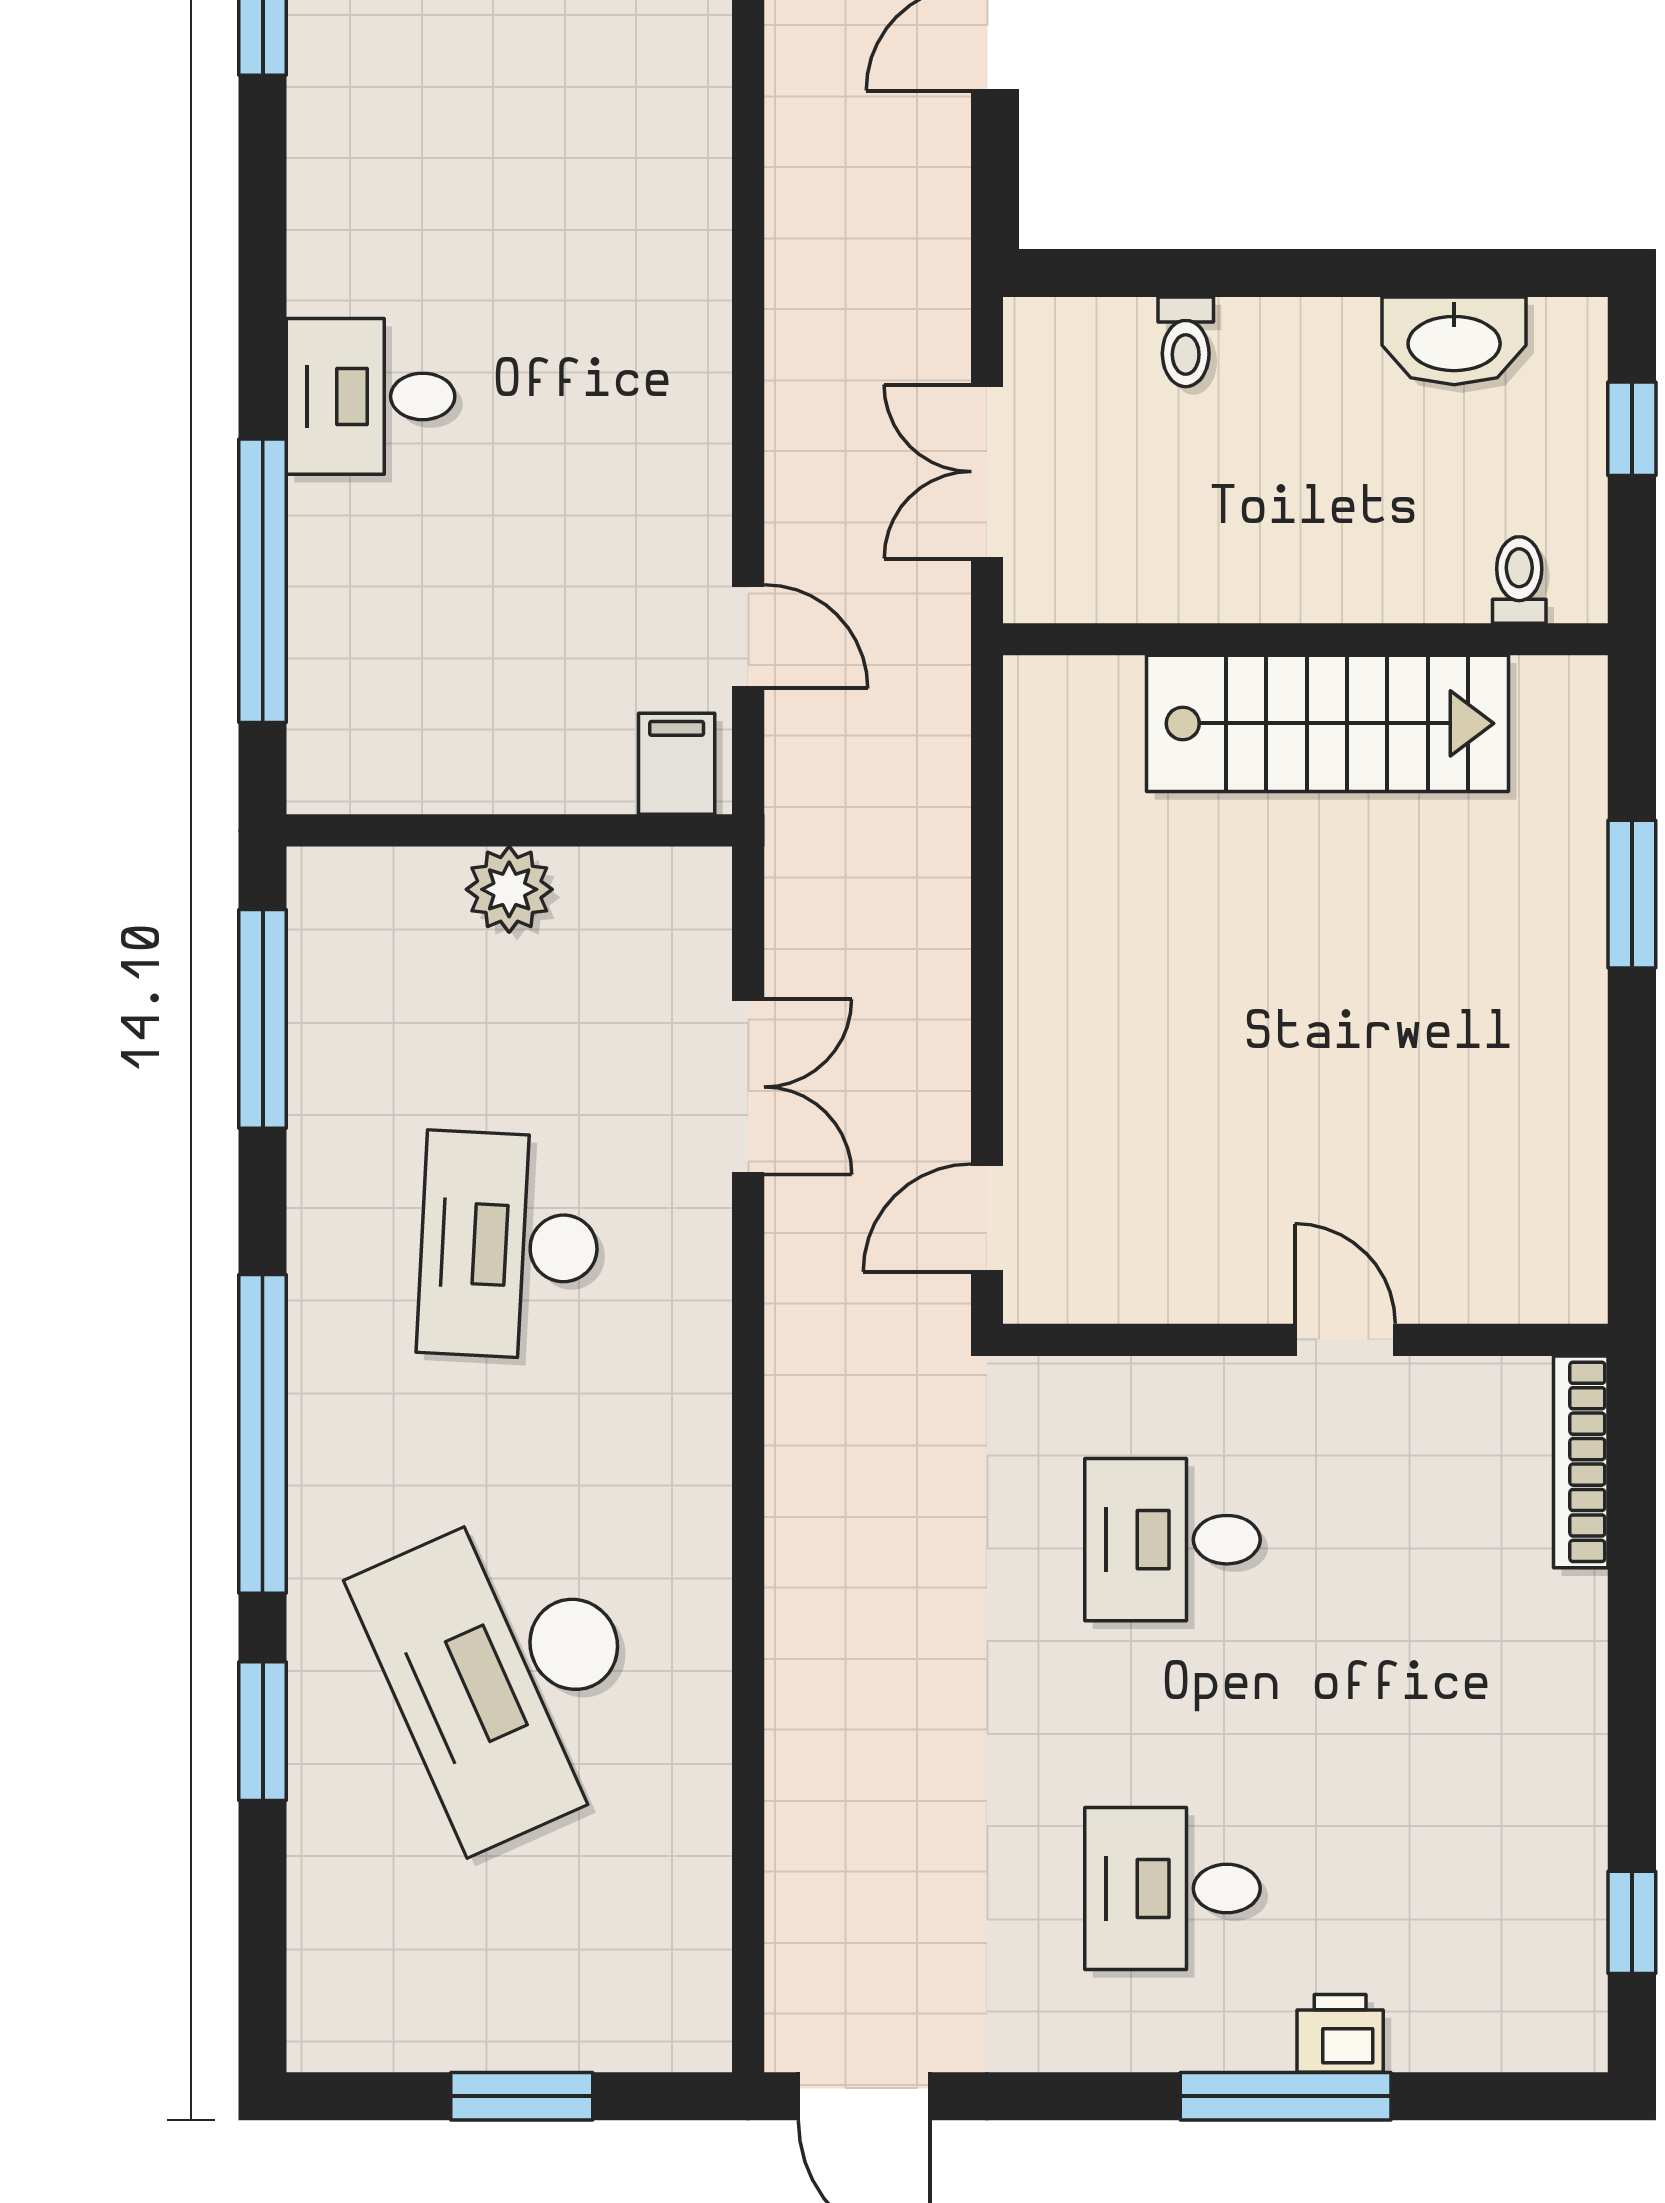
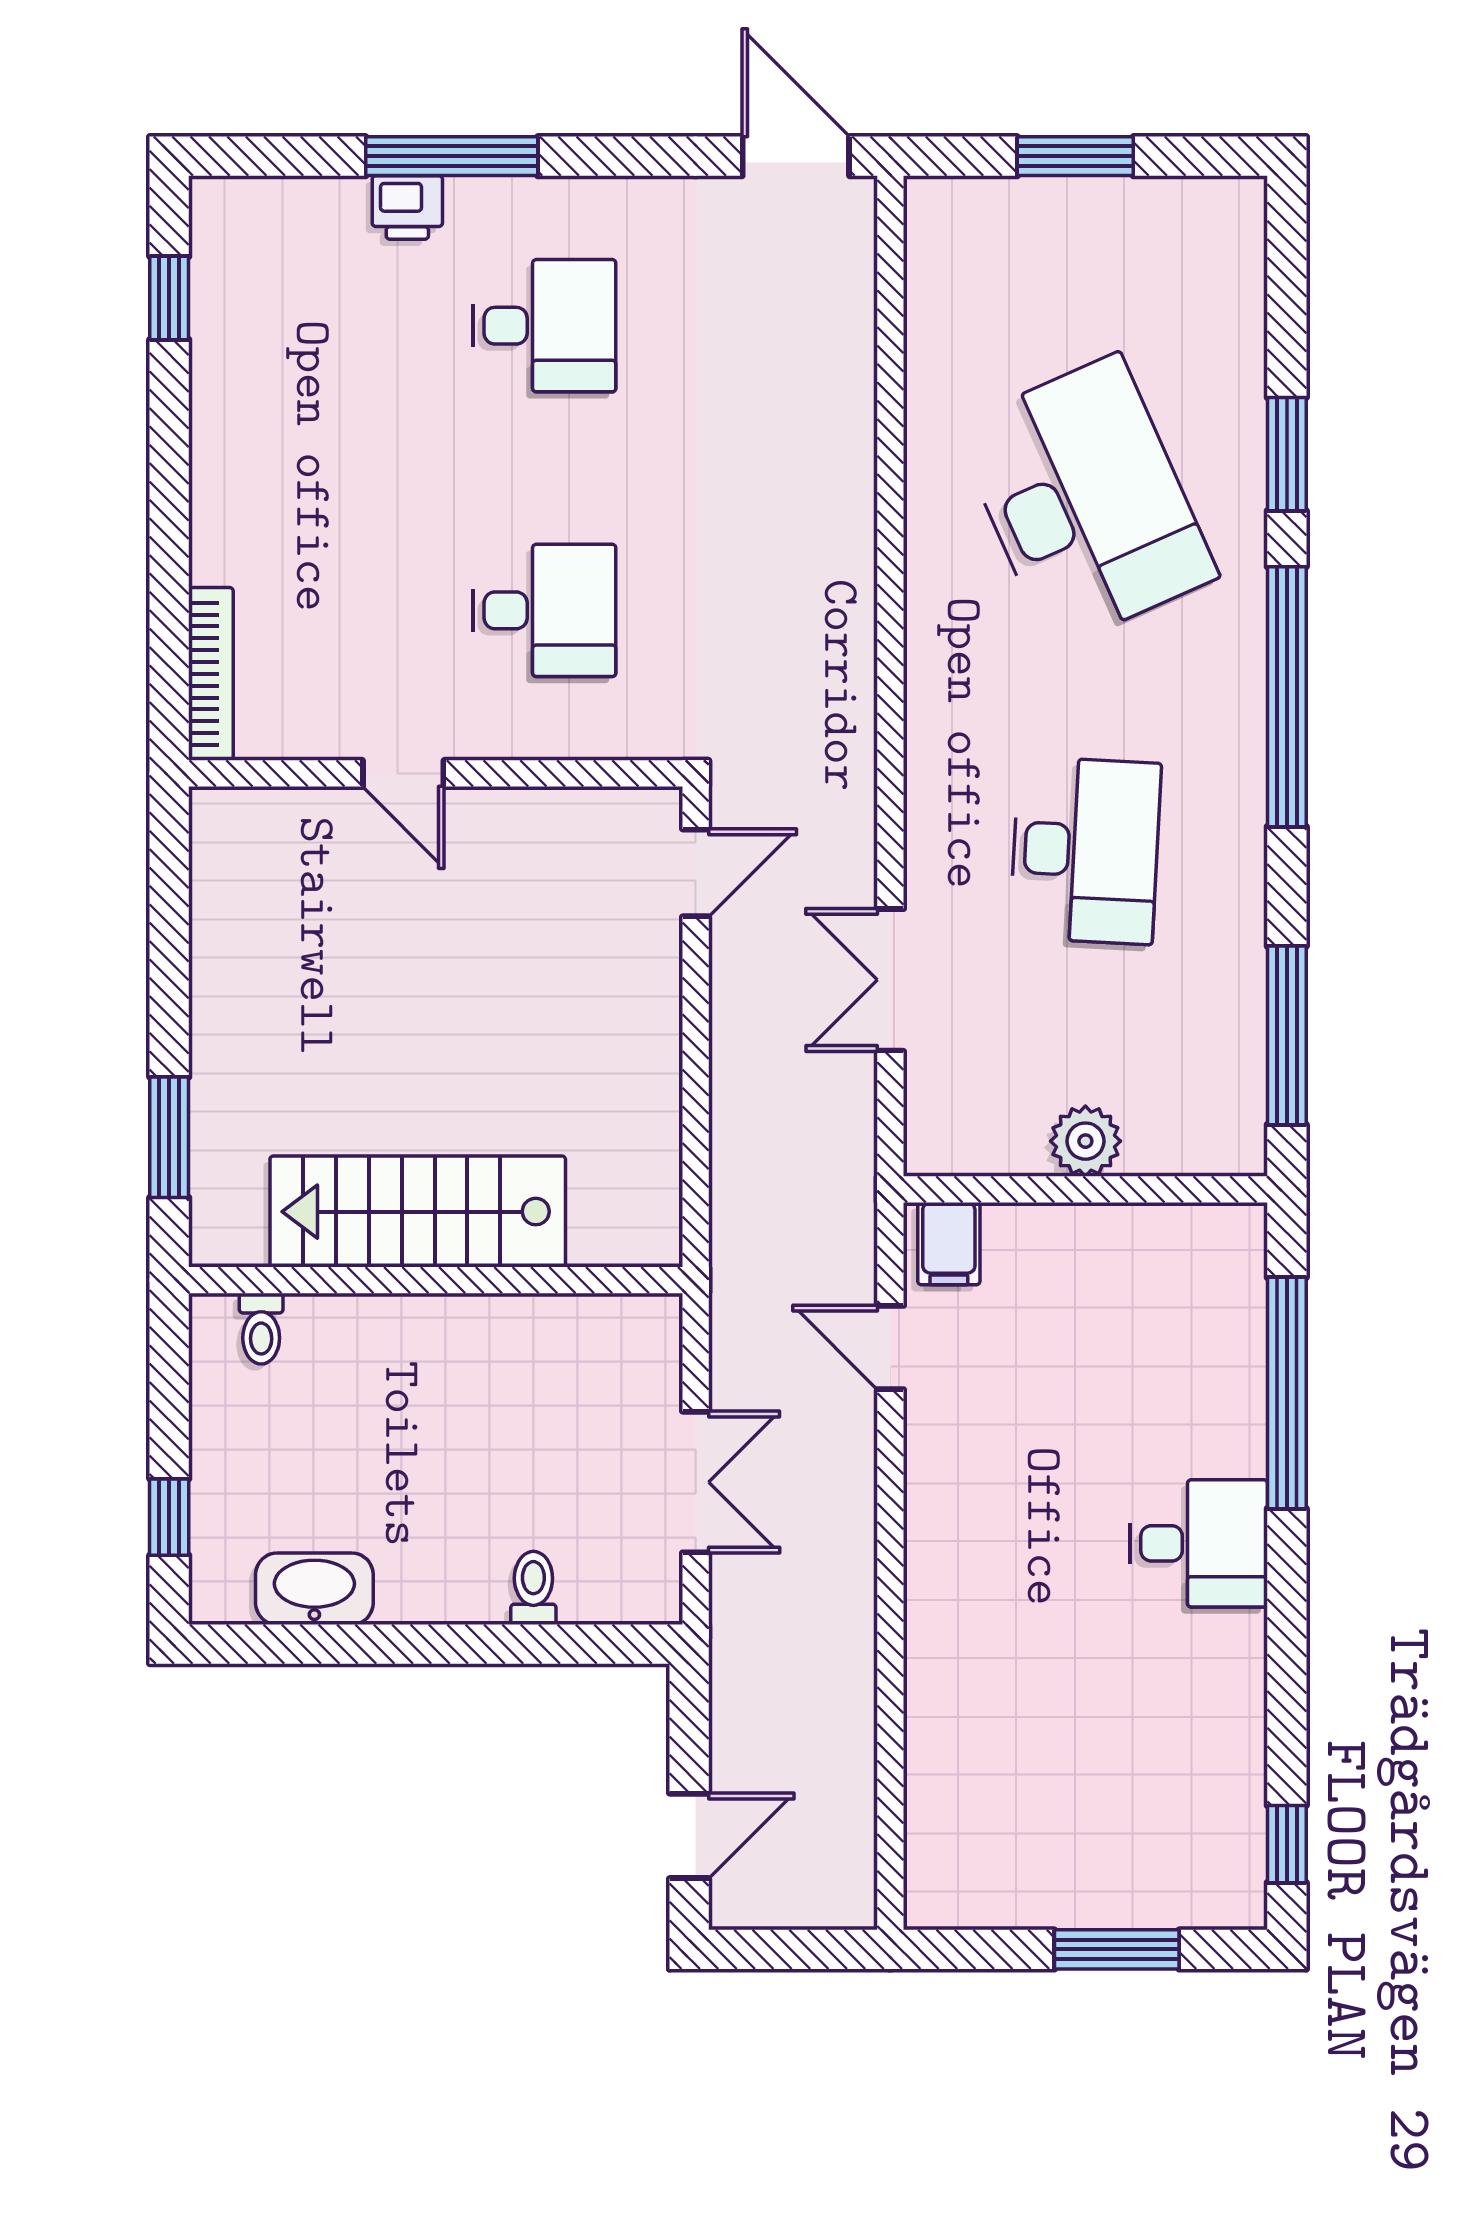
toilet: (1519, 580) -> (261, 1329), moved
wall: (1305, 639) -> (436, 1280), moved
stairs: (1327, 723) -> (418, 1212), moved

